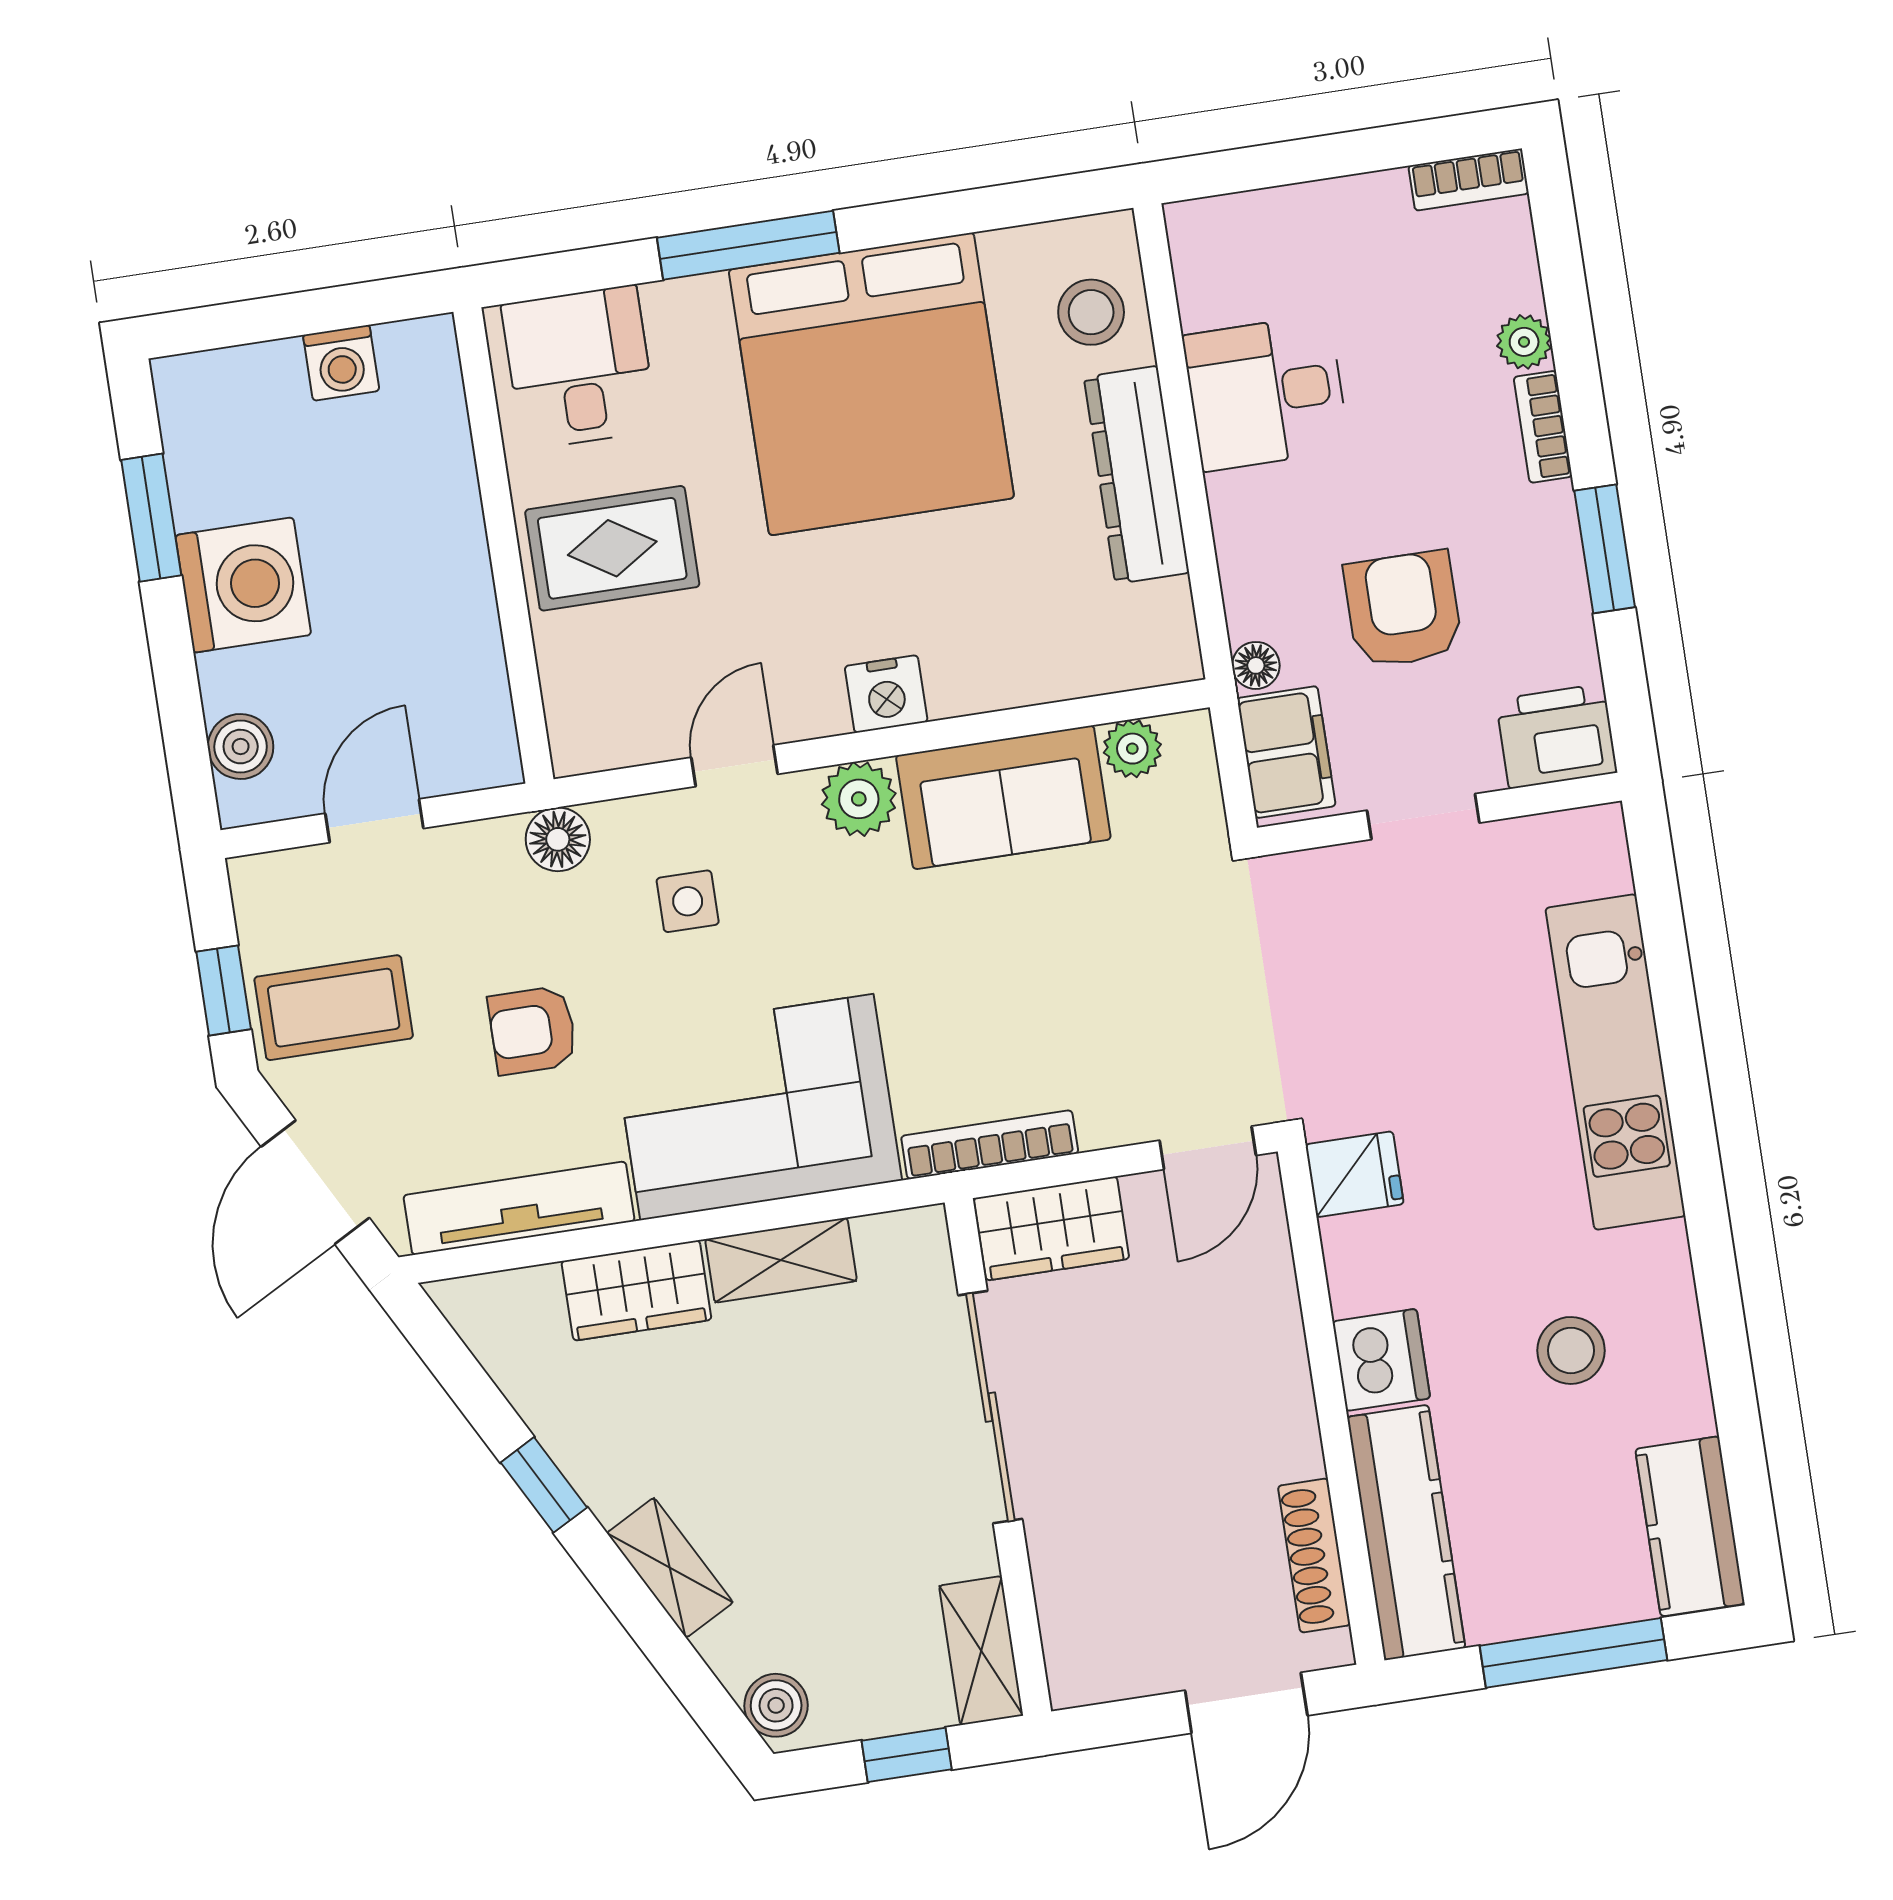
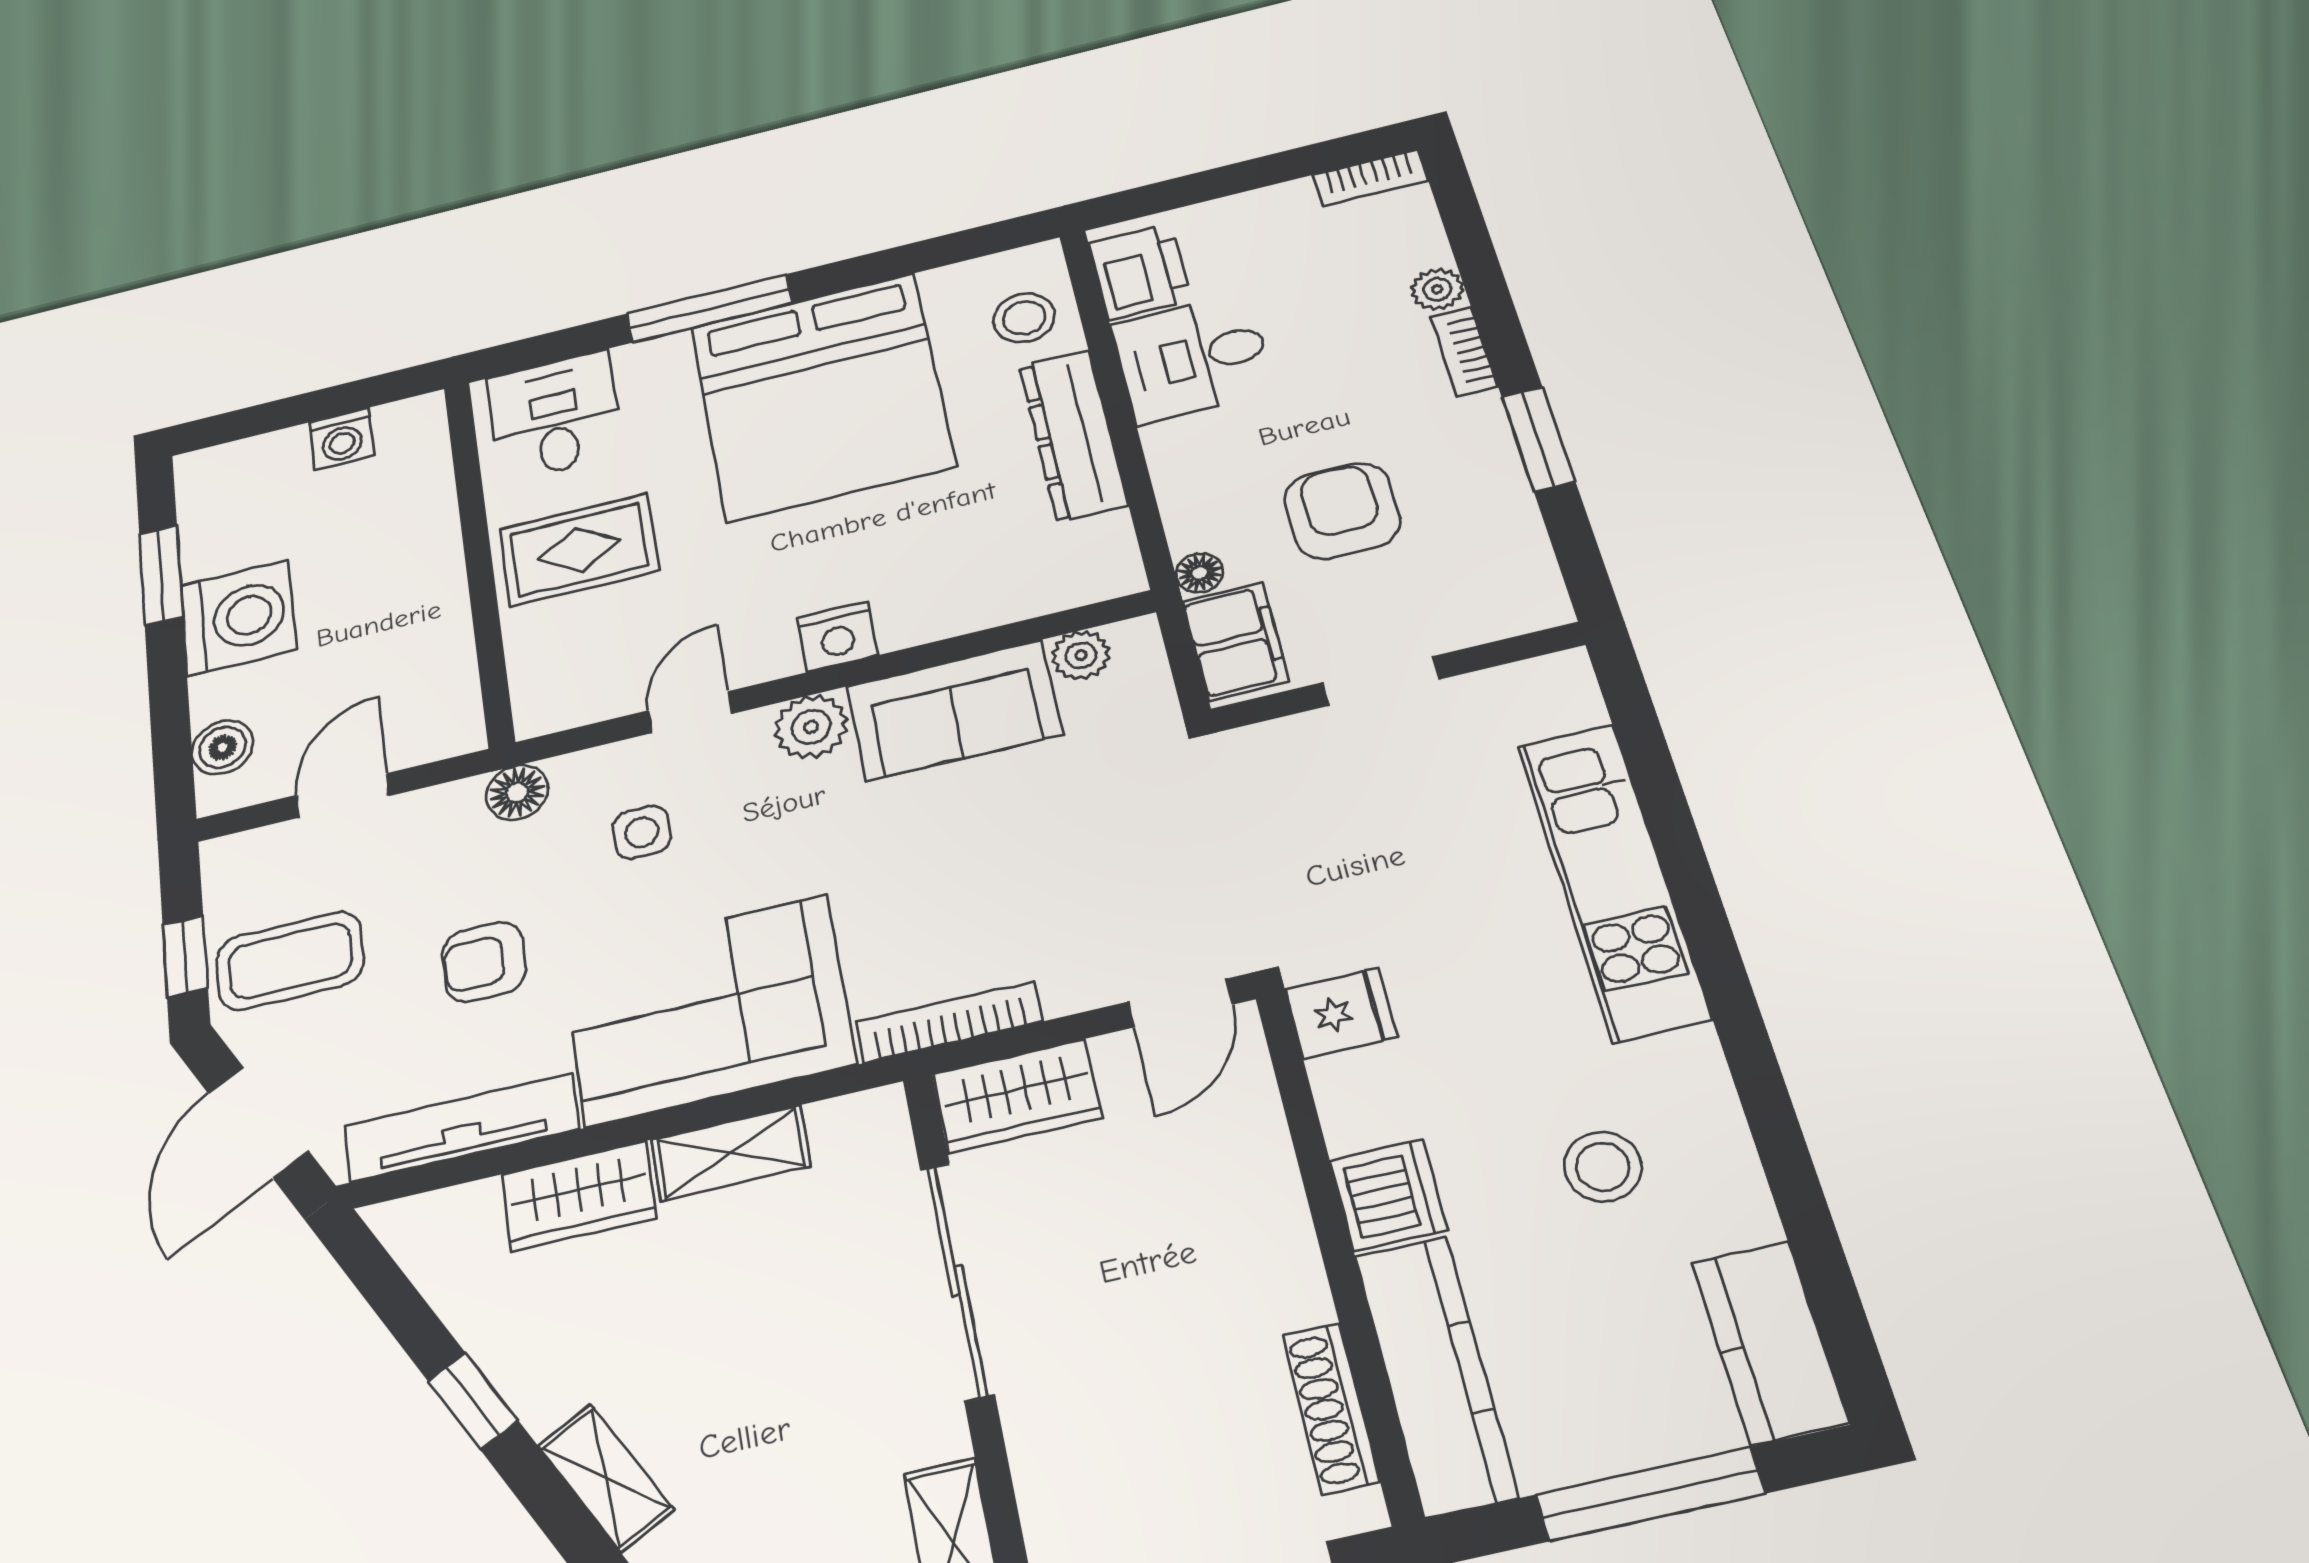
printer: (1557, 736) -> (1140, 272), moved, turned 90

